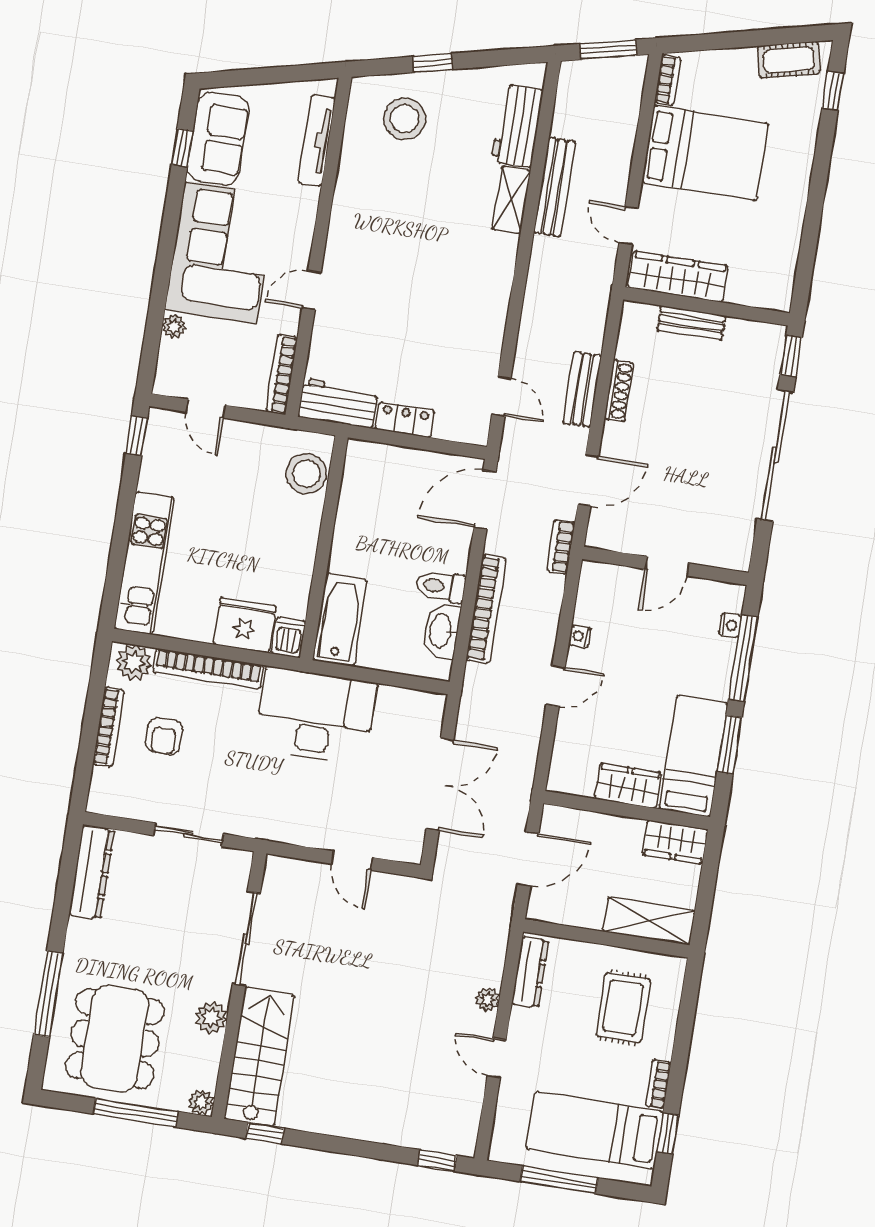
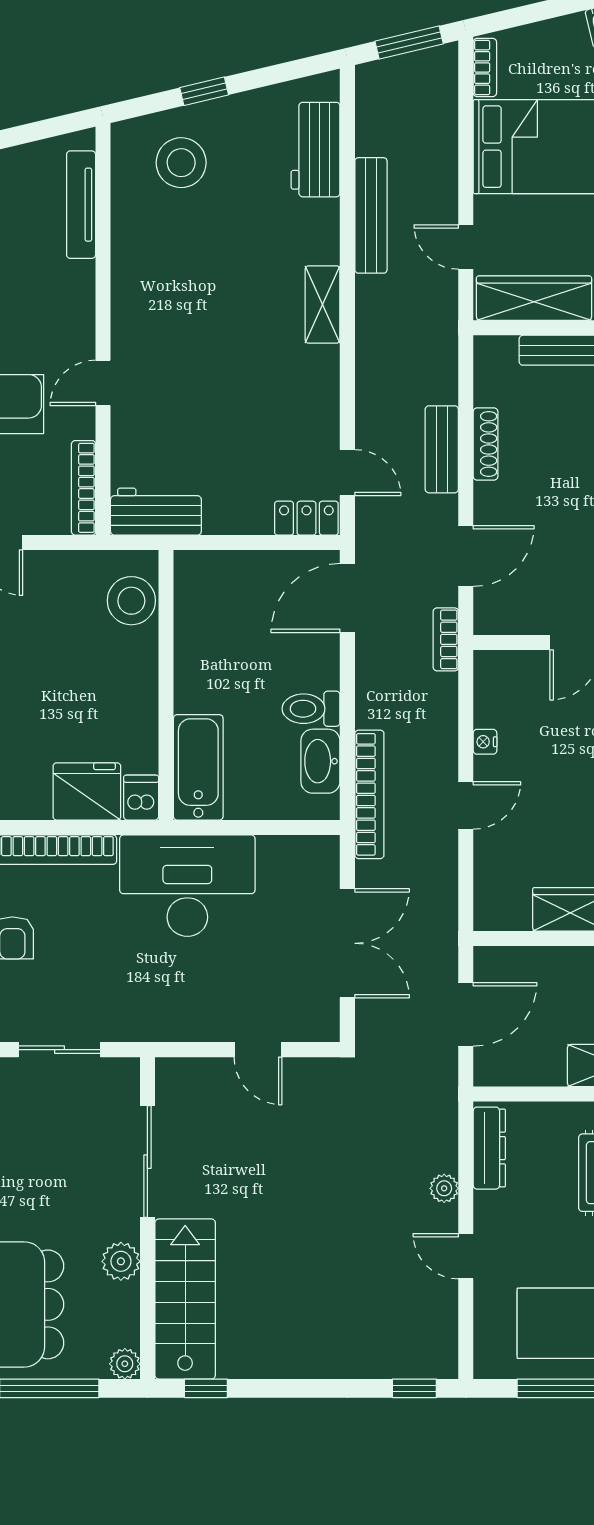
shelving: (511, 200) -> (323, 305), moved
locker: (405, 420) -> (306, 518), moved
bookcase: (486, 609) -> (369, 794), moved

